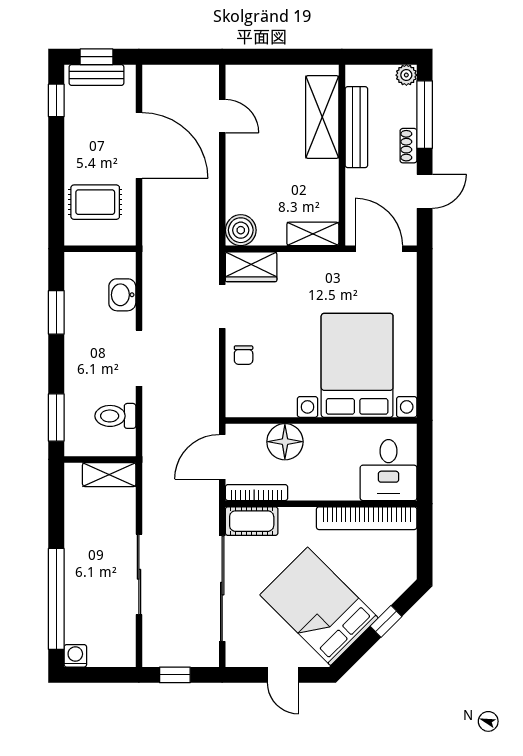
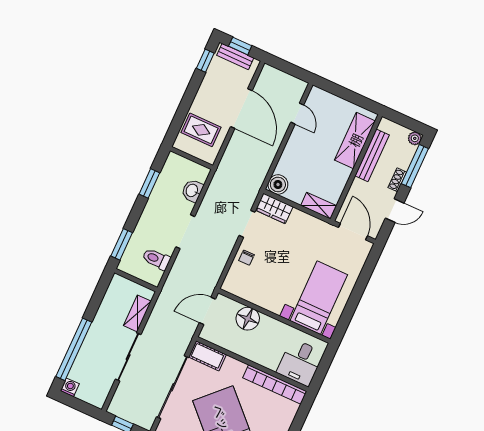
bed with nightstands: (357, 365) -> (319, 298), width x0.73
shelving: (109, 475) -> (137, 313), moved, turned 90
bookcase: (257, 493) -> (218, 341), removed

